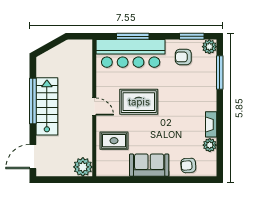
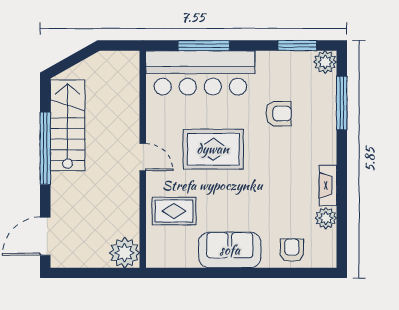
armchair: (183, 57) -> (279, 114), moved, turned 180
stairs: (47, 106) -> (68, 125), moved
armchair: (188, 165) -> (292, 250), turned 94

